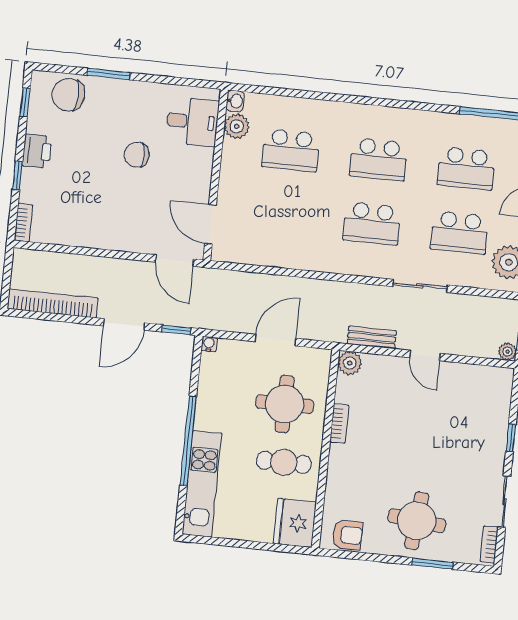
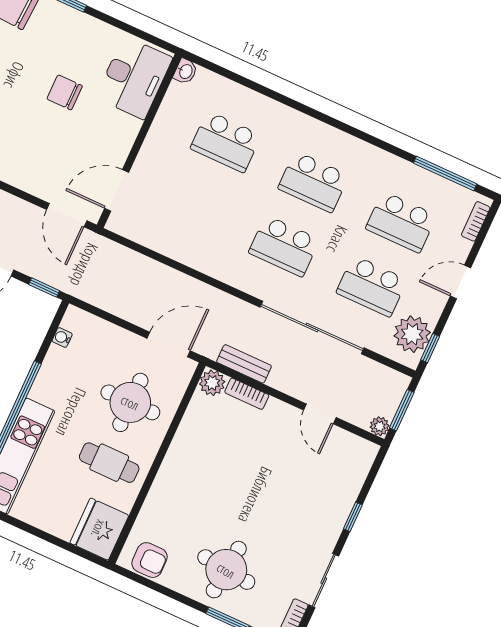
desk: (193, 122) -> (134, 78), width x1.37
plant: (237, 126) -> (178, 98), removed
door: (210, 224) -> (117, 190), hinge flipped
sliding door: (420, 286) -> (312, 327), width x1.86
door: (275, 340) -> (169, 345), moved
water cooler: (209, 344) -> (62, 337), moved, turned -90
door: (425, 355) -> (320, 414), moved
bookcase: (339, 423) -> (247, 394), moved, turned 90

